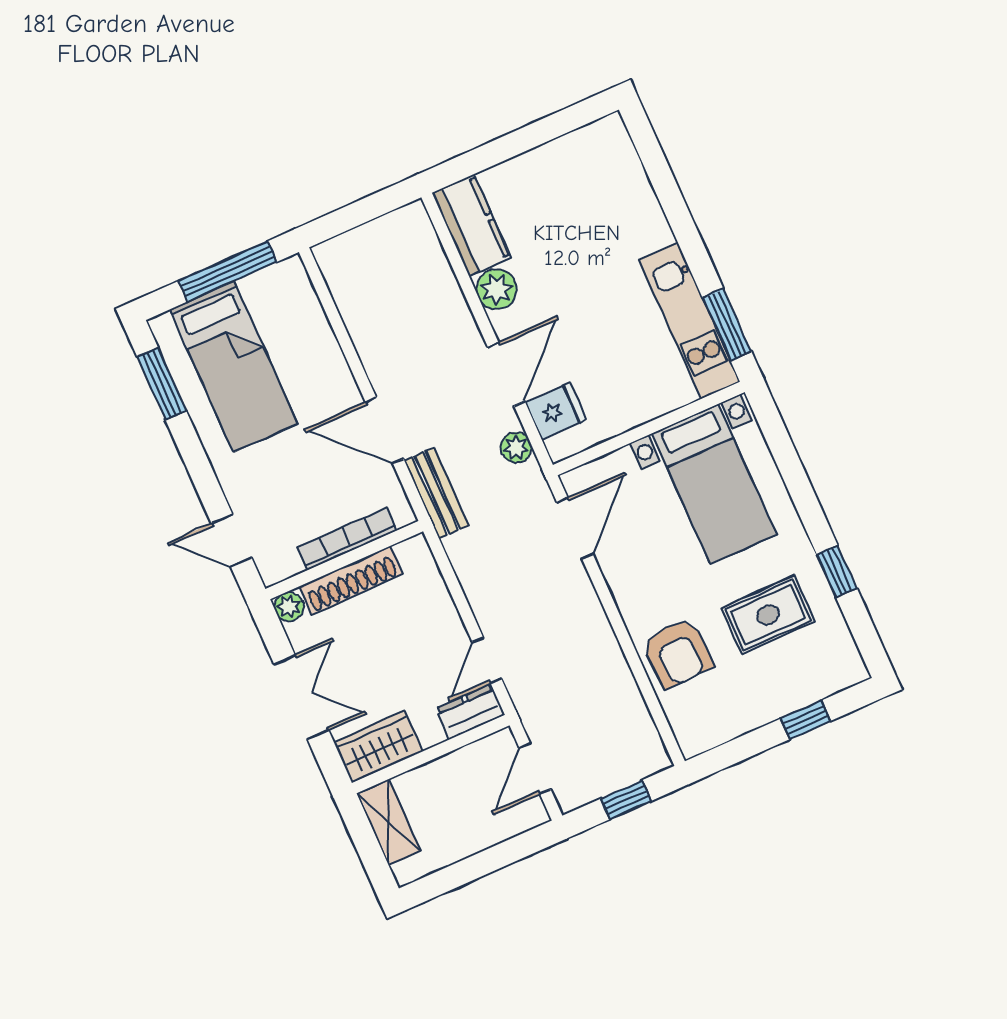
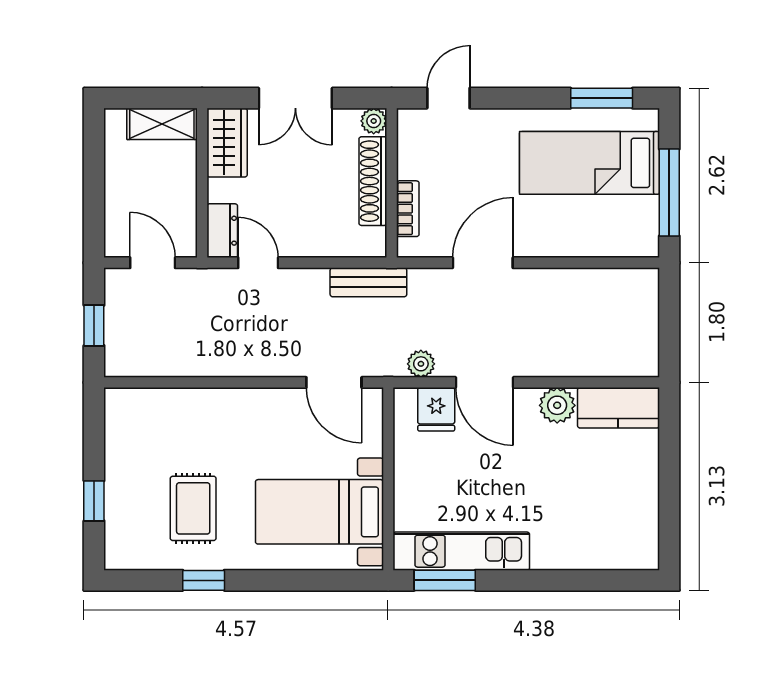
bench: (436, 493) -> (368, 282), moved
bookcase: (347, 539) -> (408, 209), width x0.64
armchair: (678, 653) -> (195, 421), removed

